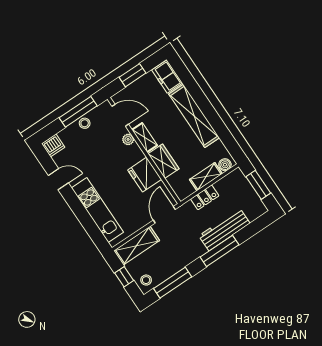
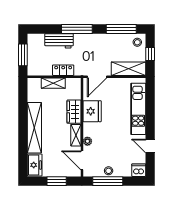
boiler: (225, 165) -> (36, 83), removed
workbench: (224, 229) -> (59, 41), width x0.73

